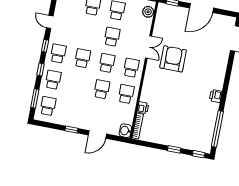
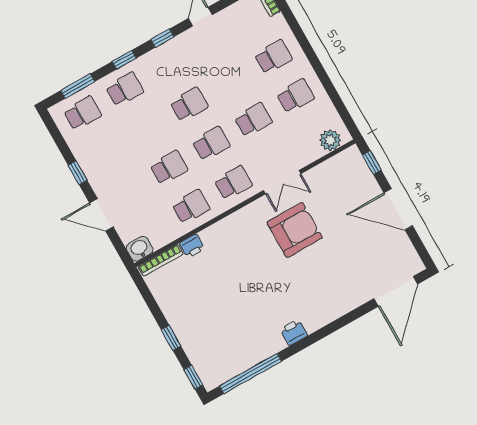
school desk: (58, 54) -> (167, 65), removed

